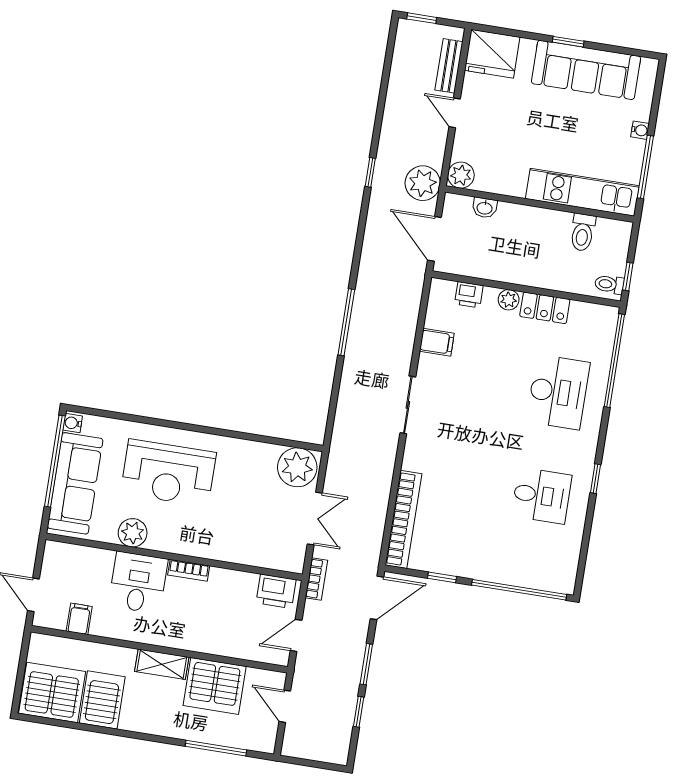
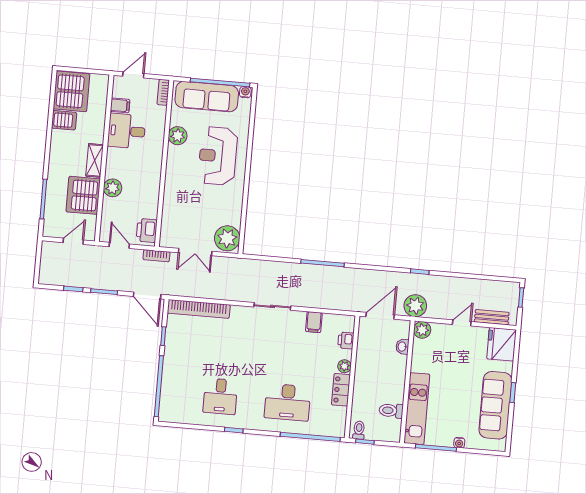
bookcase: (189, 570) -> (163, 92), moved
desk: (138, 583) -> (127, 131), moved, turned 180
plant: (206, 639) -> (113, 188), added
server rack: (102, 700) -> (64, 120), width x0.73, depth x0.70

